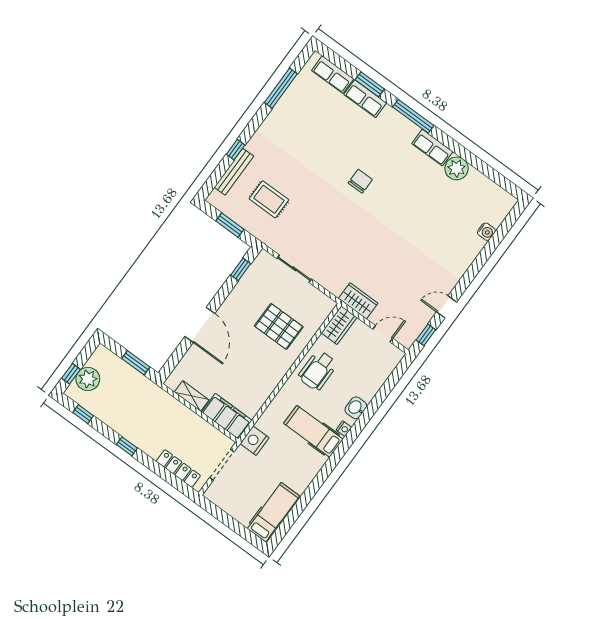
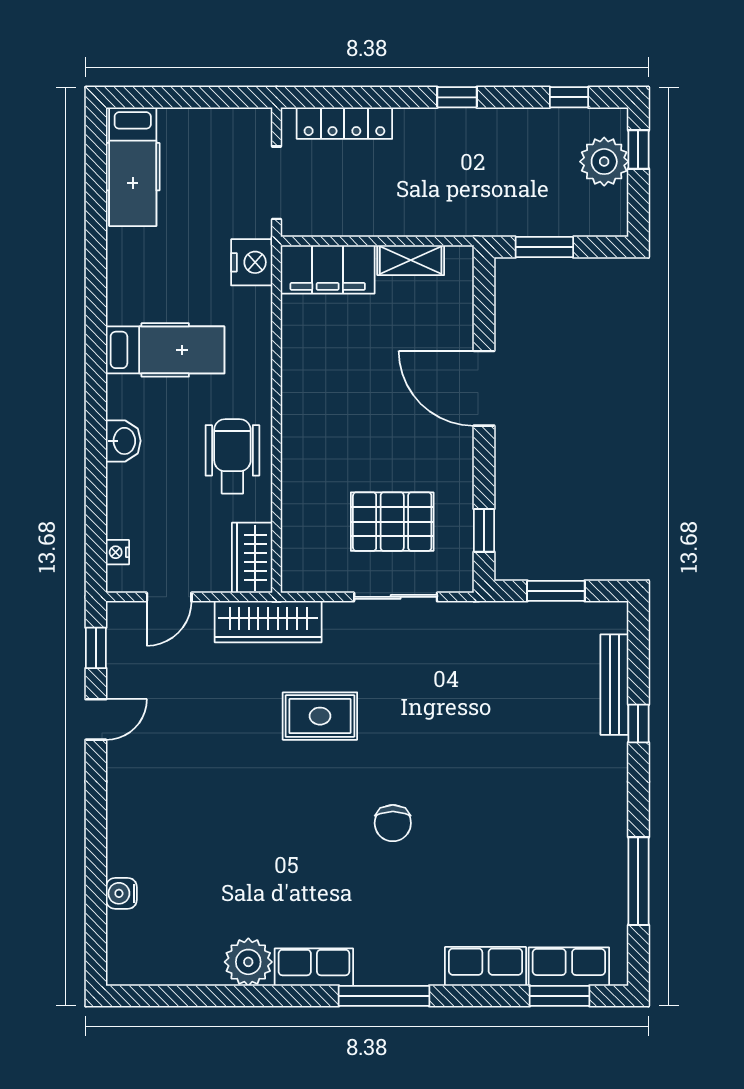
window: (370, 84) -> (560, 996), moved
rug: (269, 199) -> (320, 716), moved
wardrobe: (358, 301) -> (268, 622), width x1.50
pallet: (279, 326) -> (392, 522), moved
nightstand: (344, 429) -> (118, 552), moved

